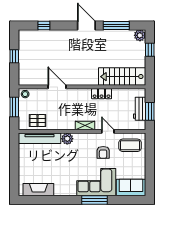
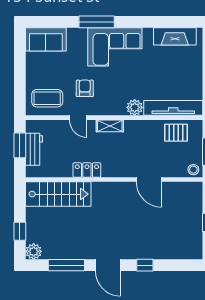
window: (44, 25) -> (145, 265), moved
corner sofa: (96, 182) -> (115, 47), moved

